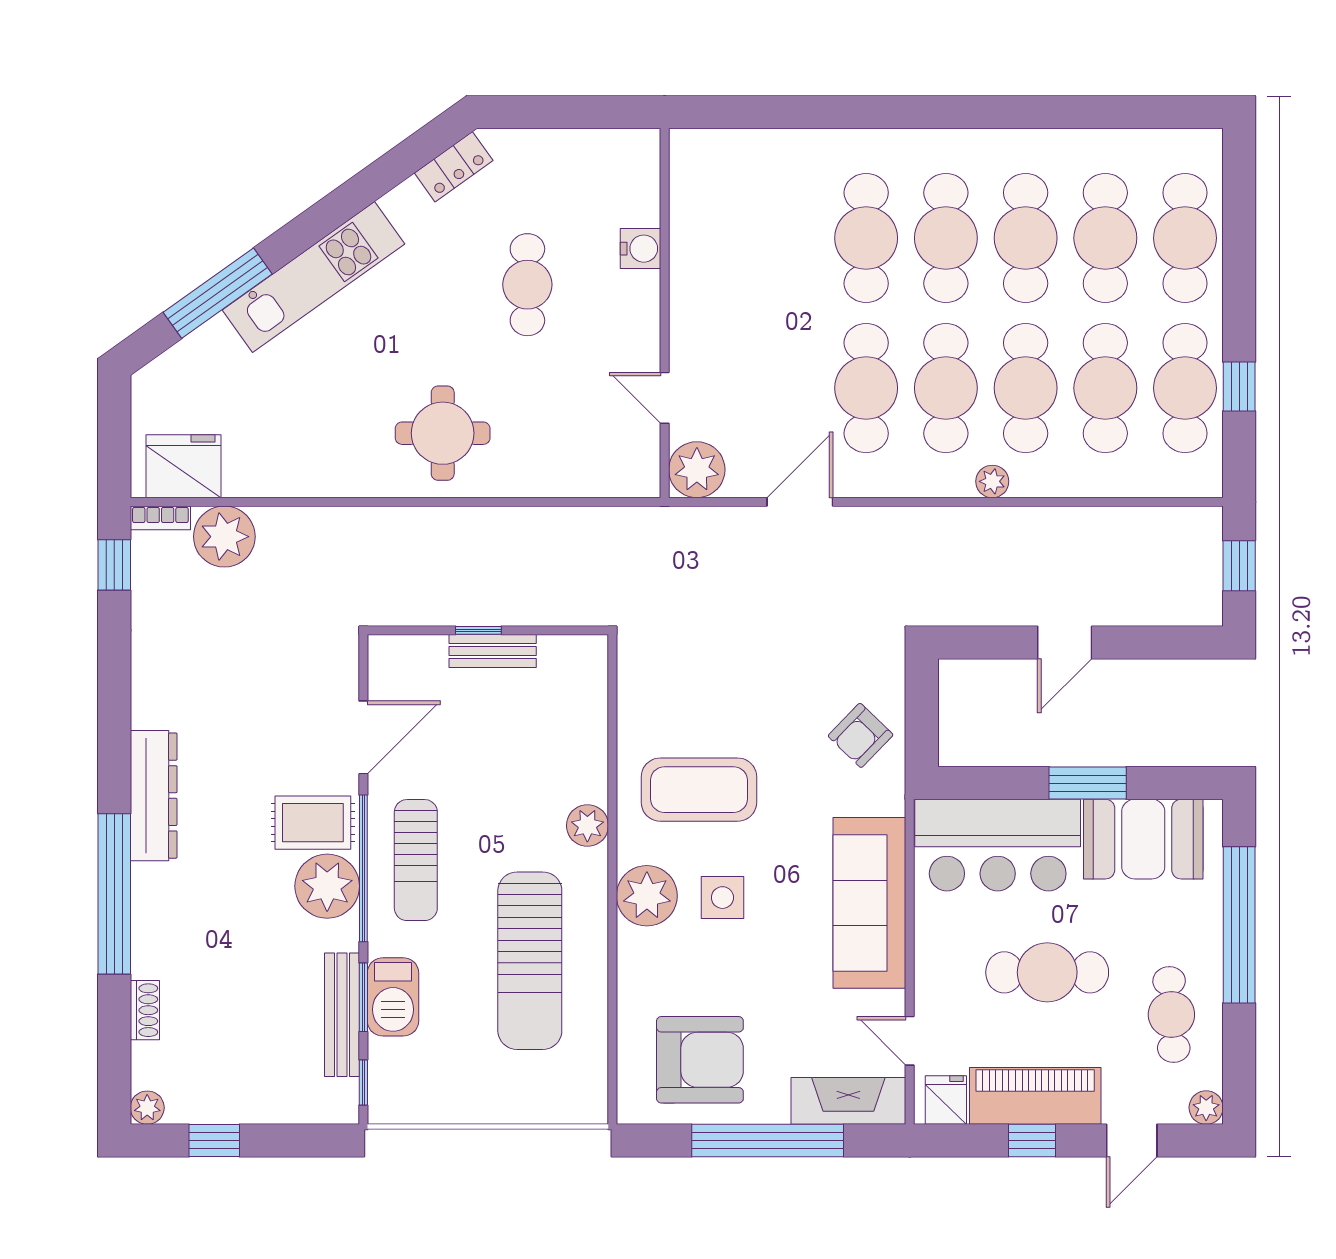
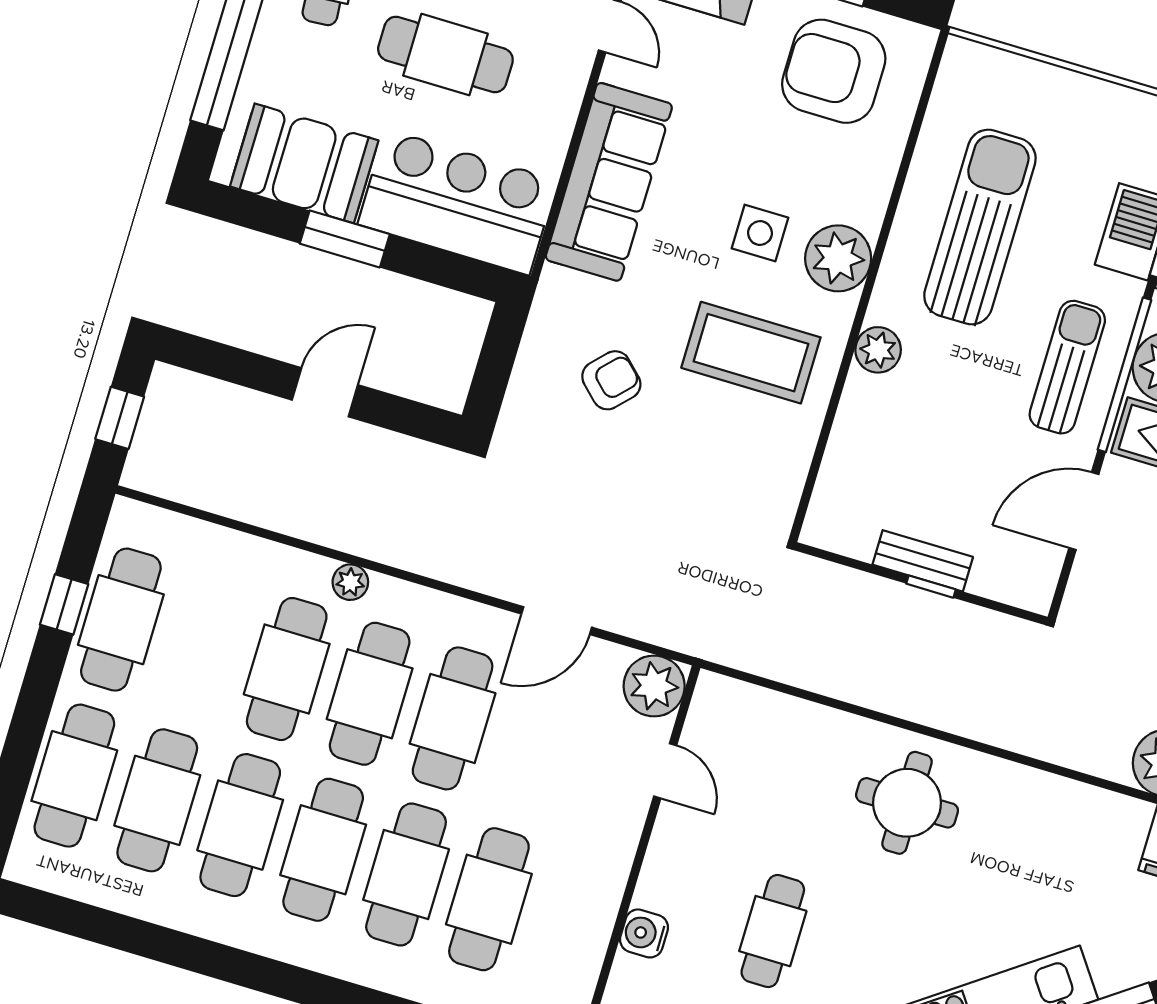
cafe table: (1105, 388) -> (489, 899), moved
armchair: (861, 735) -> (611, 380), moved

